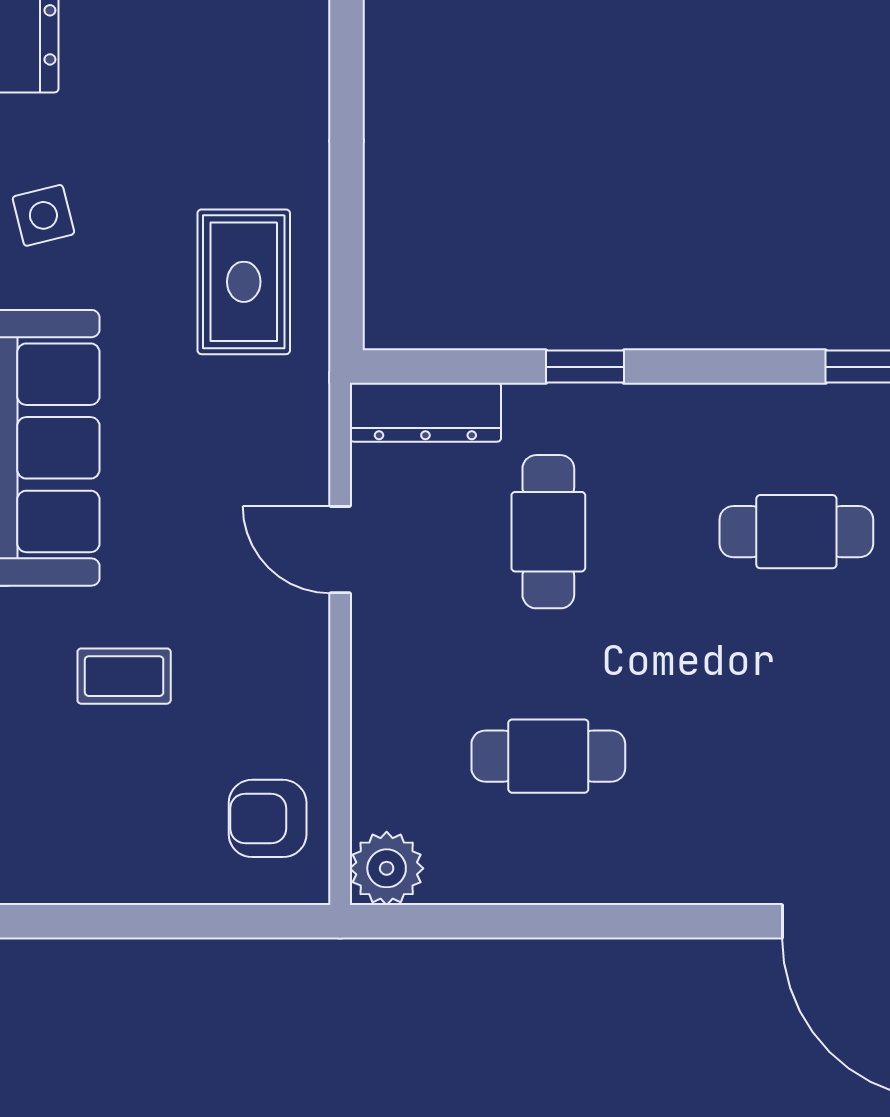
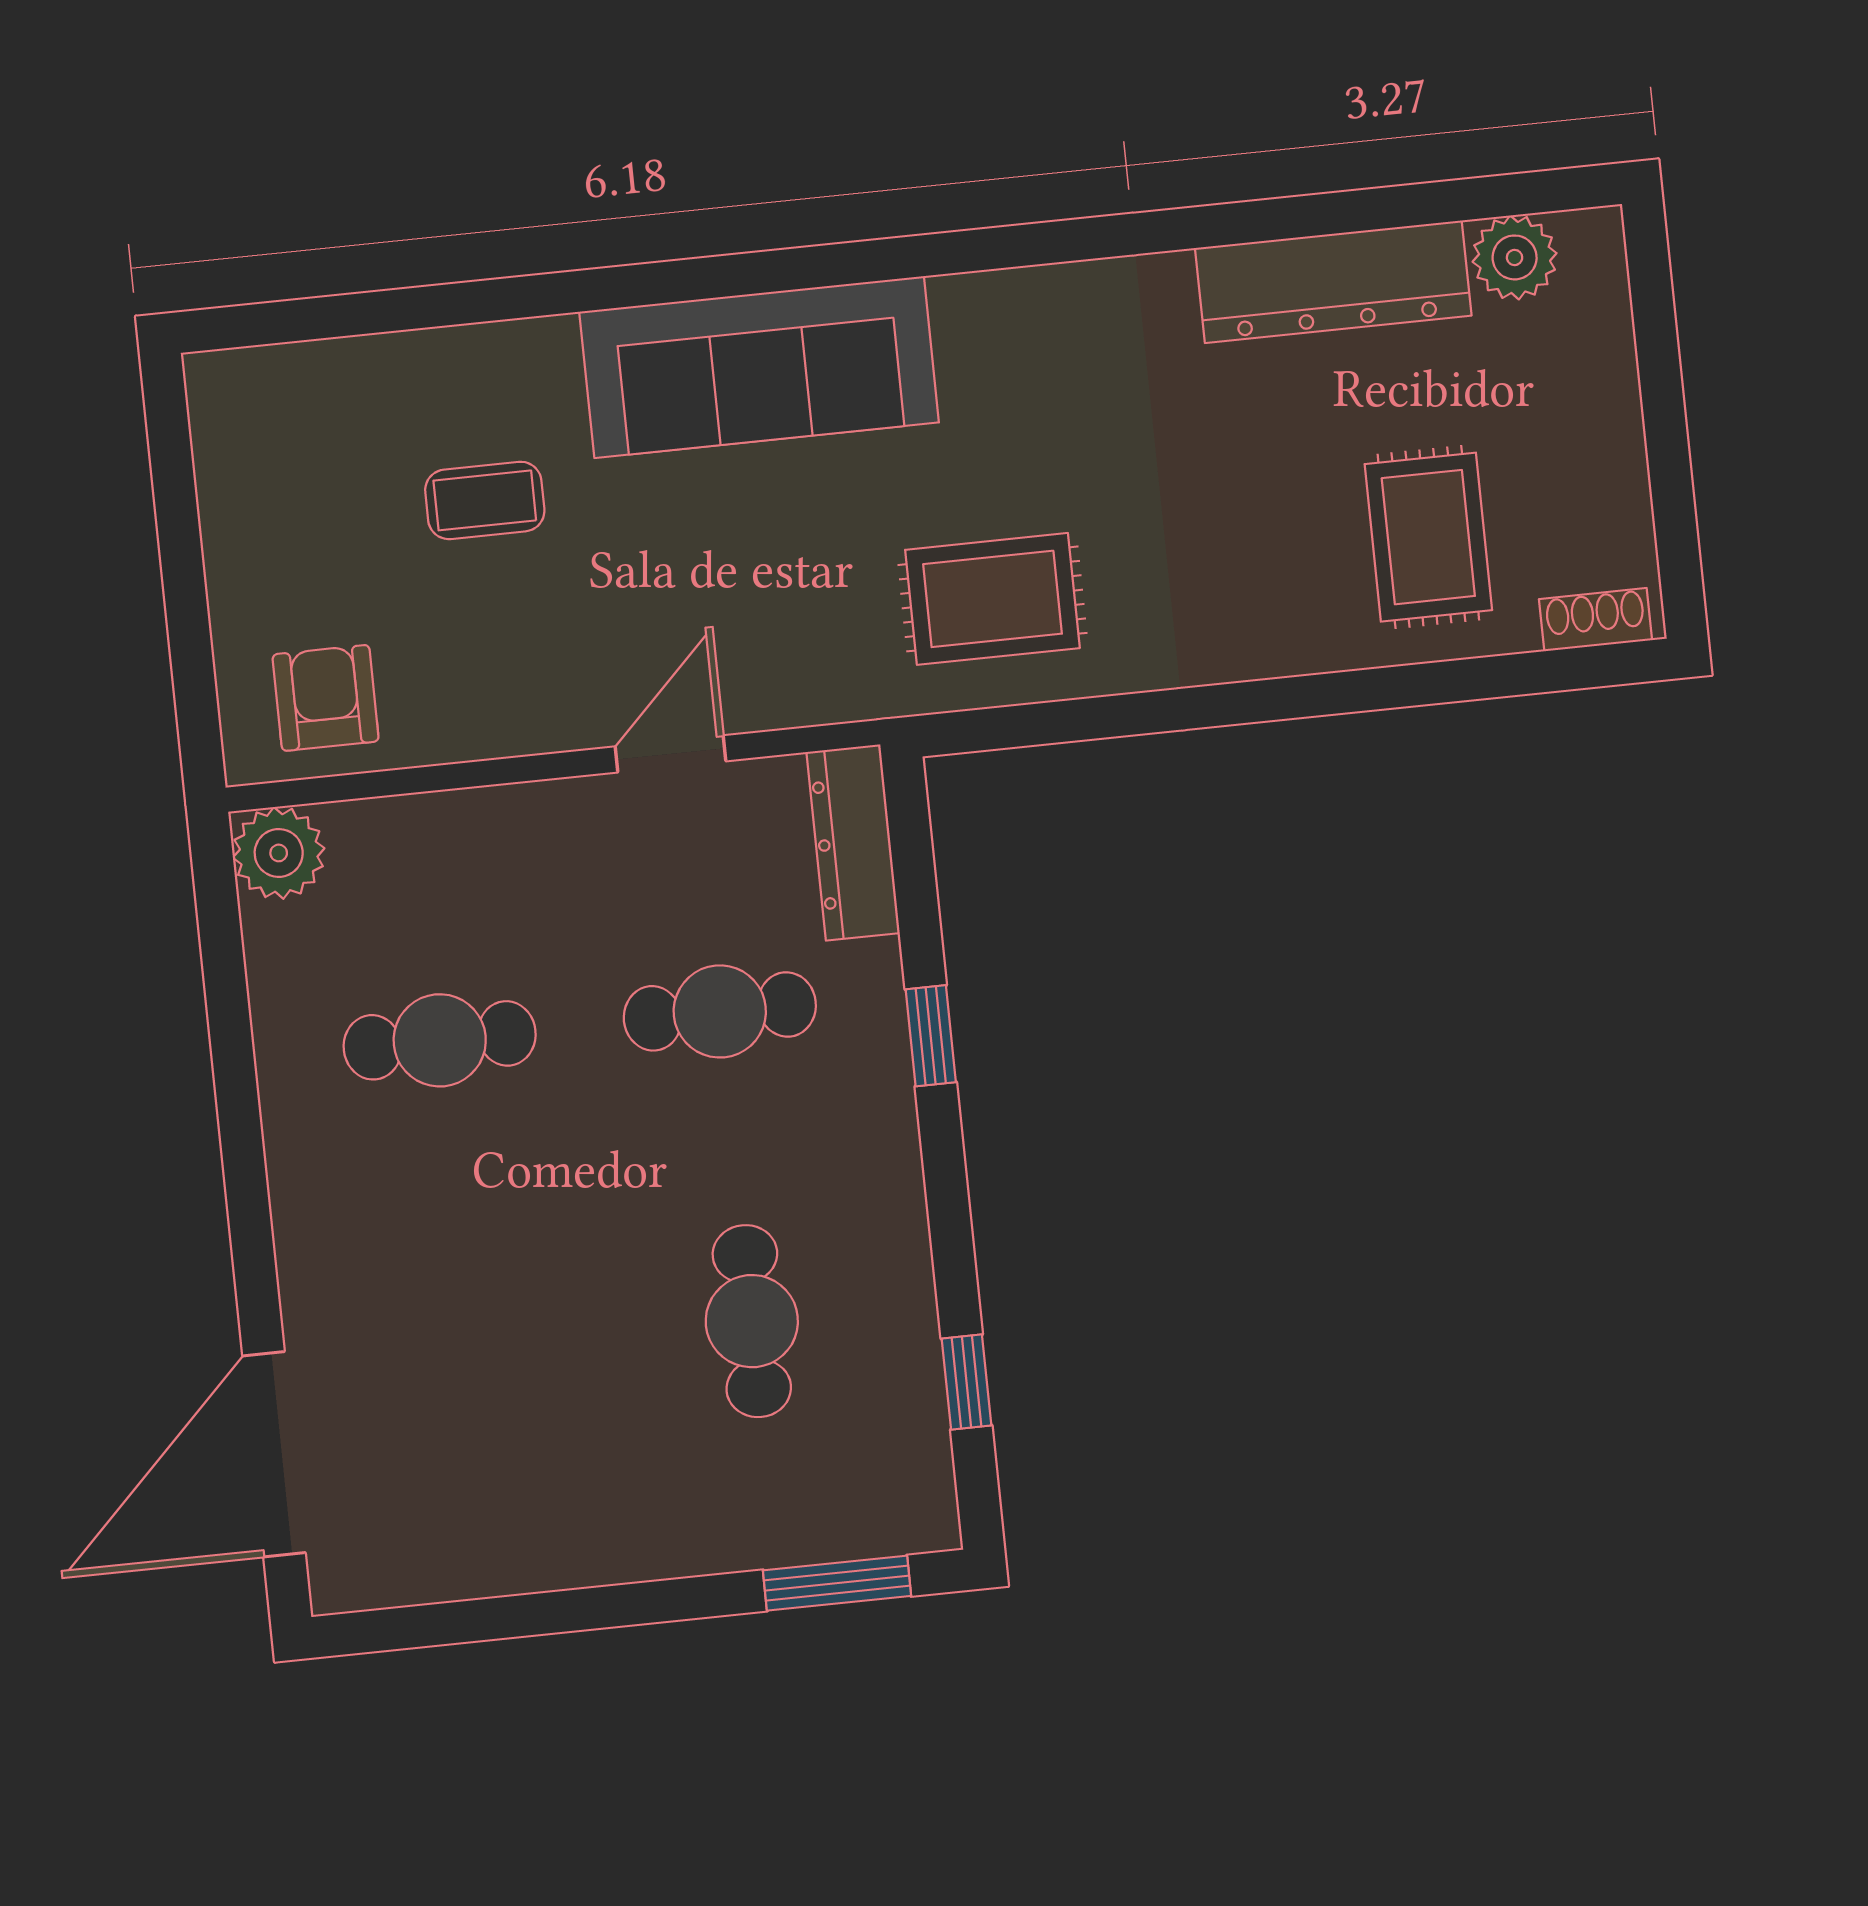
side table: (43, 215) -> (1050, 340), removed
coffee table: (124, 676) -> (485, 500), turned 90
cafe table: (548, 756) -> (440, 1040), turned 90

